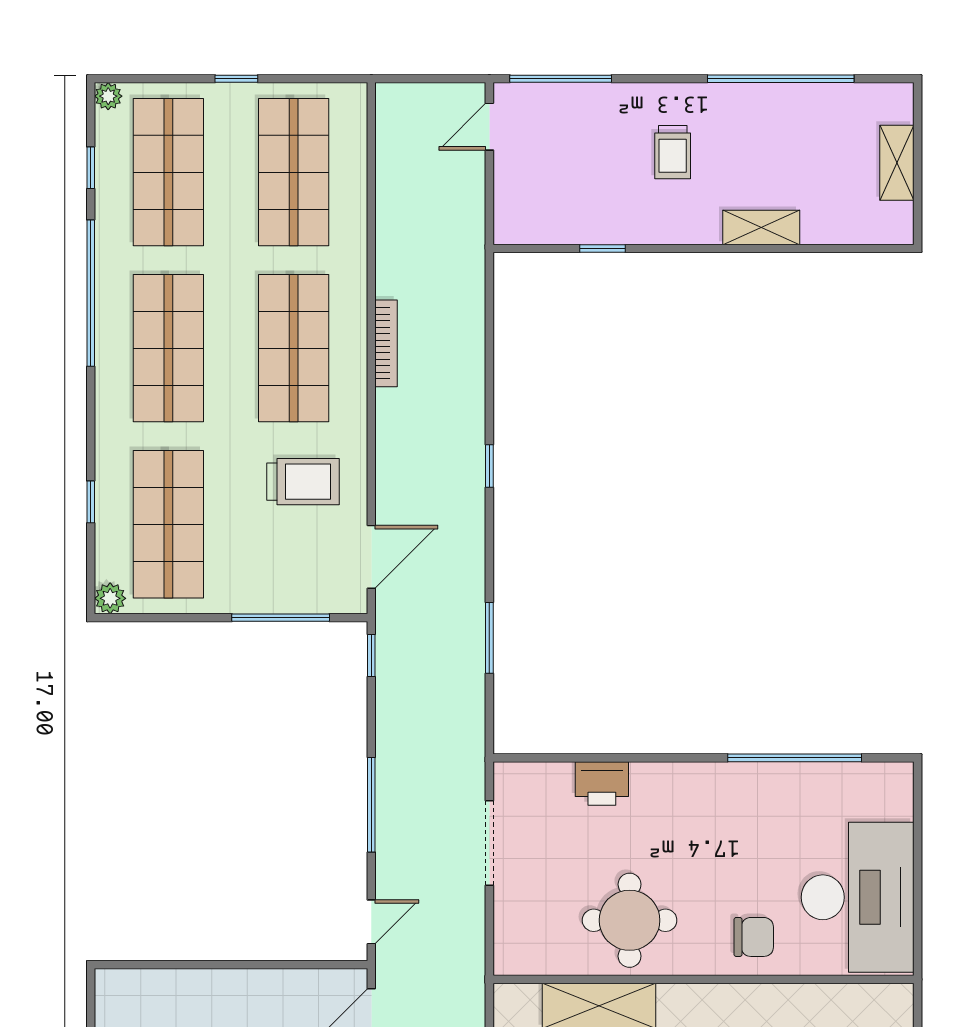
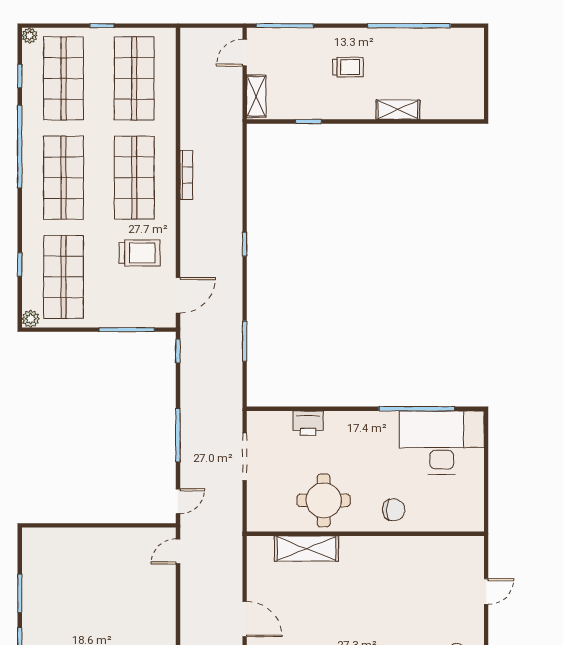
trolley: (673, 152) -> (348, 67), turned -90
shelving: (897, 163) -> (256, 96), moved
desk: (858, 897) -> (442, 443), moved, turned -90

